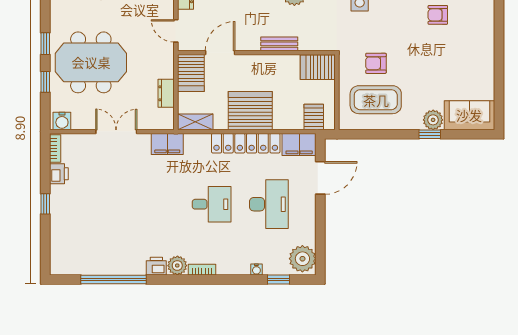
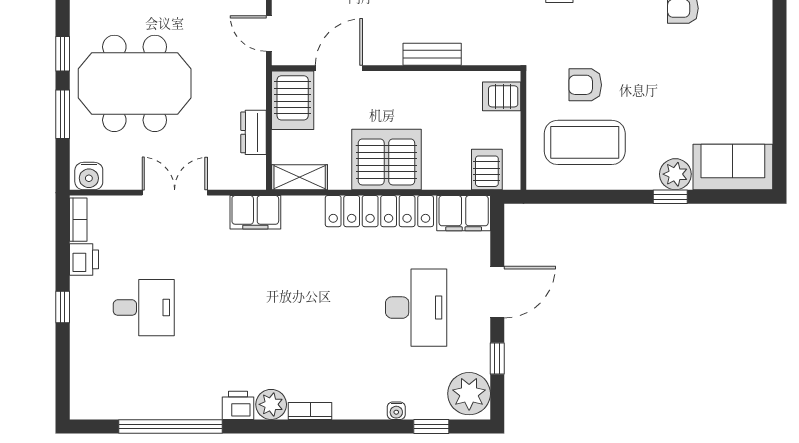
server rack: (318, 67) -> (502, 96), width x0.73, depth x0.70
window: (45, 82) -> (63, 114), width x1.50
door: (320, 178) -> (497, 292), moved
desk: (212, 204) -> (144, 308), moved
window: (320, 236) -> (497, 358), added

